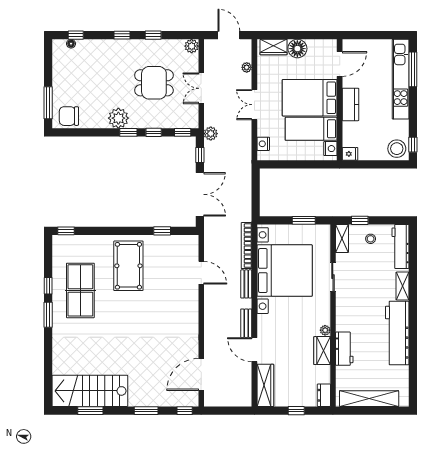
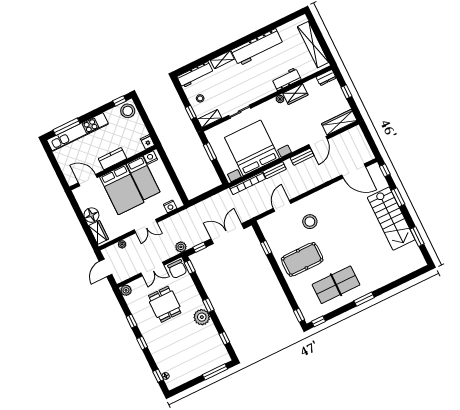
chair: (69, 116) -> (177, 269), moved
window: (154, 132) -> (224, 338), moved
window: (48, 286) -> (319, 321), moved
stool: (168, 296) -> (310, 222), added
stairs: (90, 391) -> (391, 219), moved

